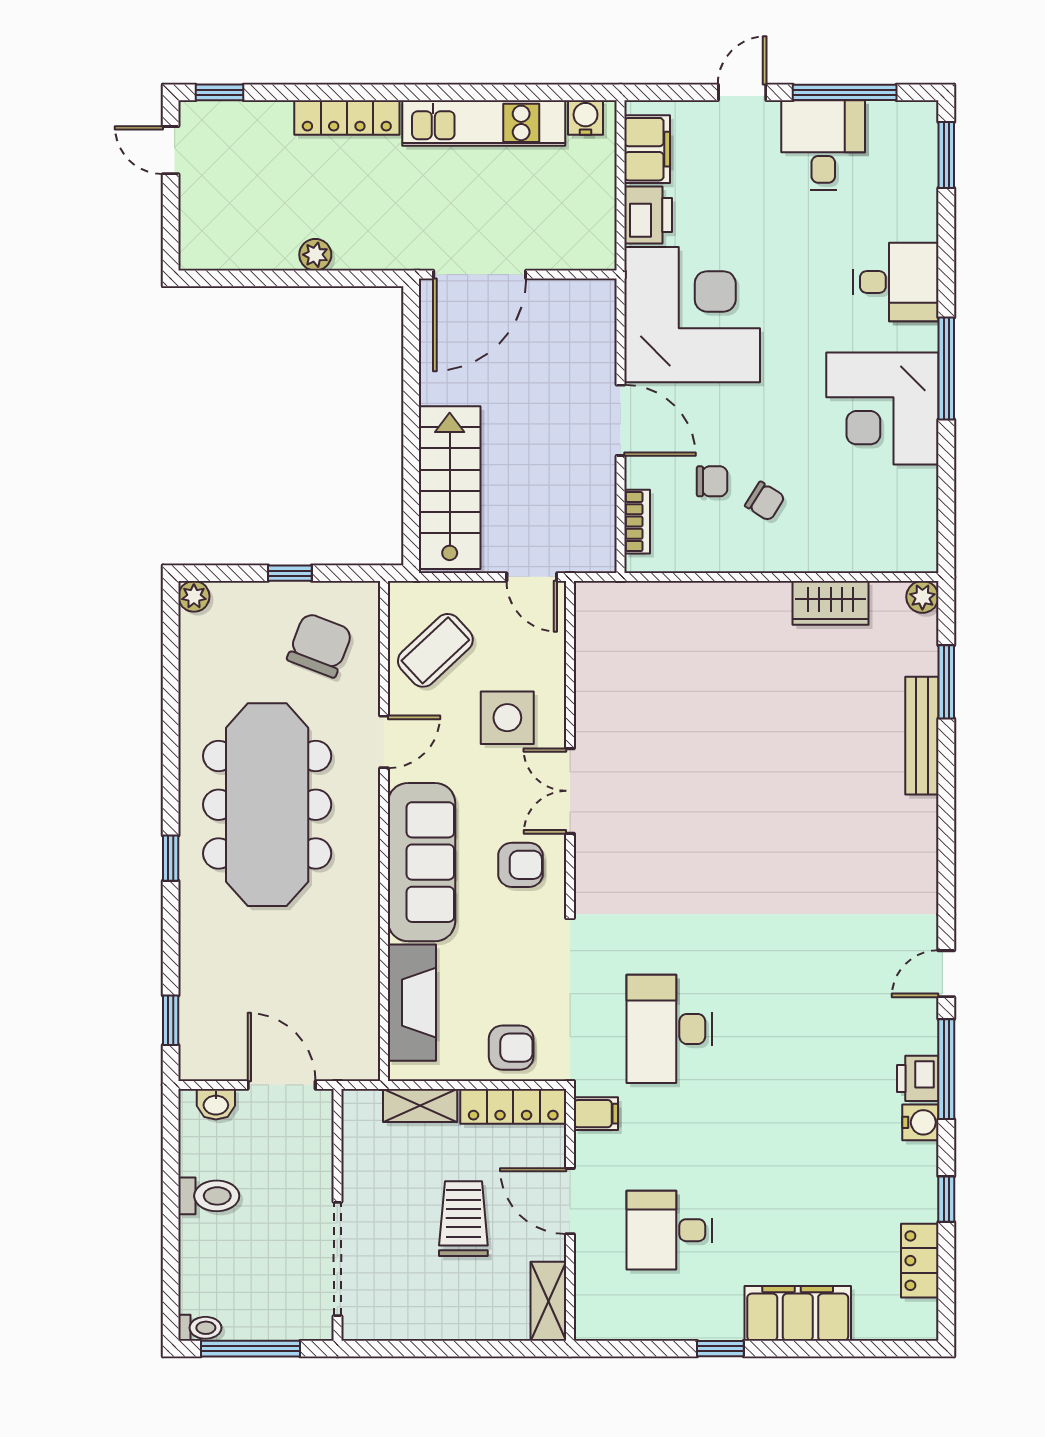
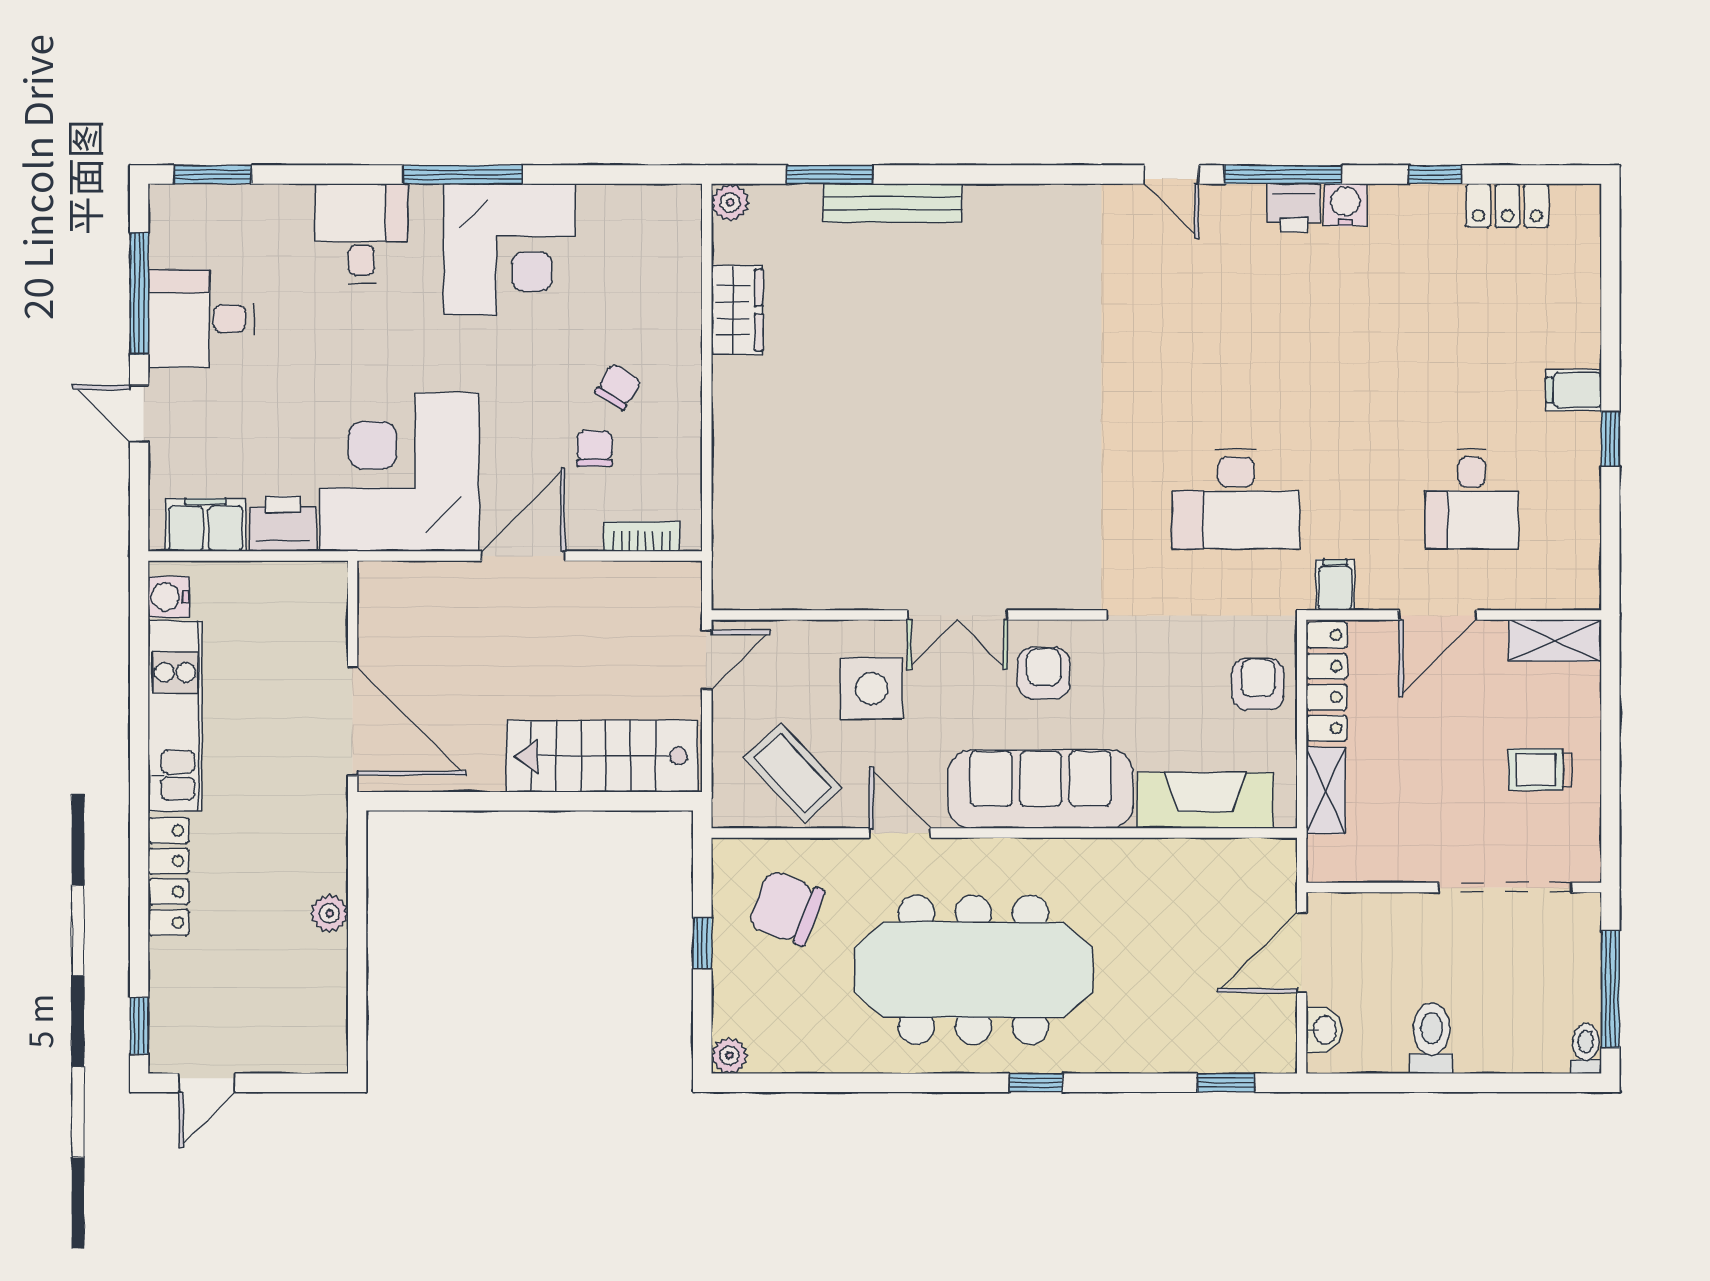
trolley: (463, 1219) -> (1540, 770), moved, width x0.73, depth x0.72
filing cabinet: (798, 1313) -> (1574, 390), width x0.33, depth x0.86

